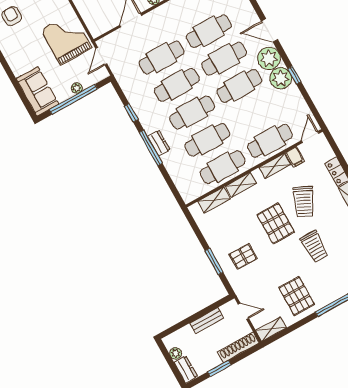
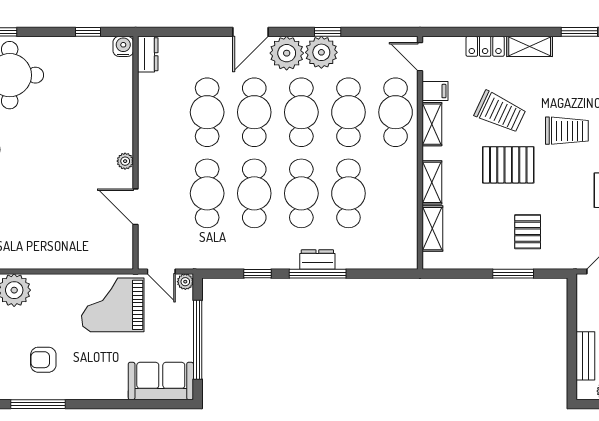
plant: (77, 88) -> (185, 282), moved
cafe table: (223, 167) -> (348, 112), moved
bench: (207, 321) -> (585, 356), moved

